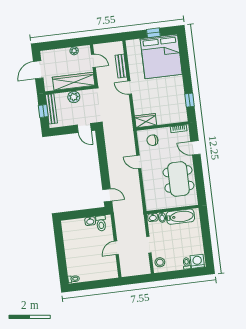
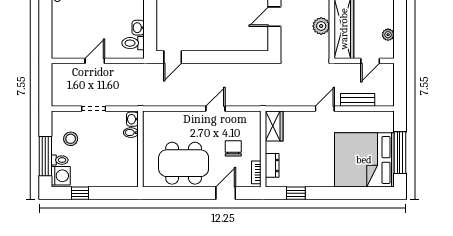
window: (153, 33) -> (400, 153), width x2.17
dresser: (173, 119) -> (272, 165), added
door: (84, 128) -> (274, 17), moved
chair: (152, 140) -> (233, 148), moved
bathtub: (180, 217) -> (129, 159), removed
window: (208, 247) -> (80, 193), added
door: (116, 248) -> (95, 61), hinge flipped
stool: (160, 262) -> (71, 139), moved
window: (185, 273) -> (45, 156), added

